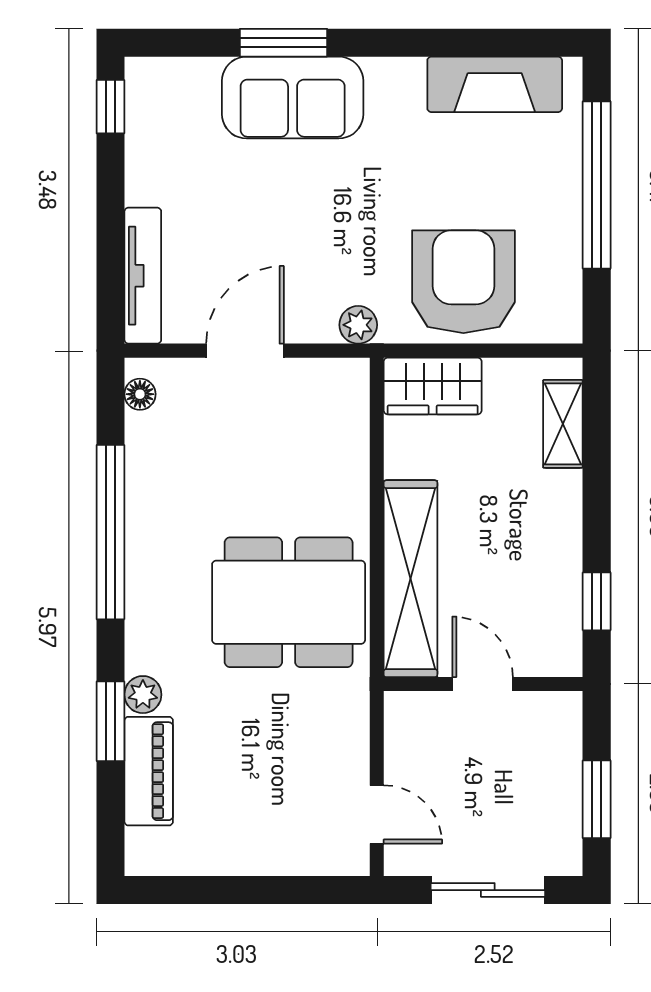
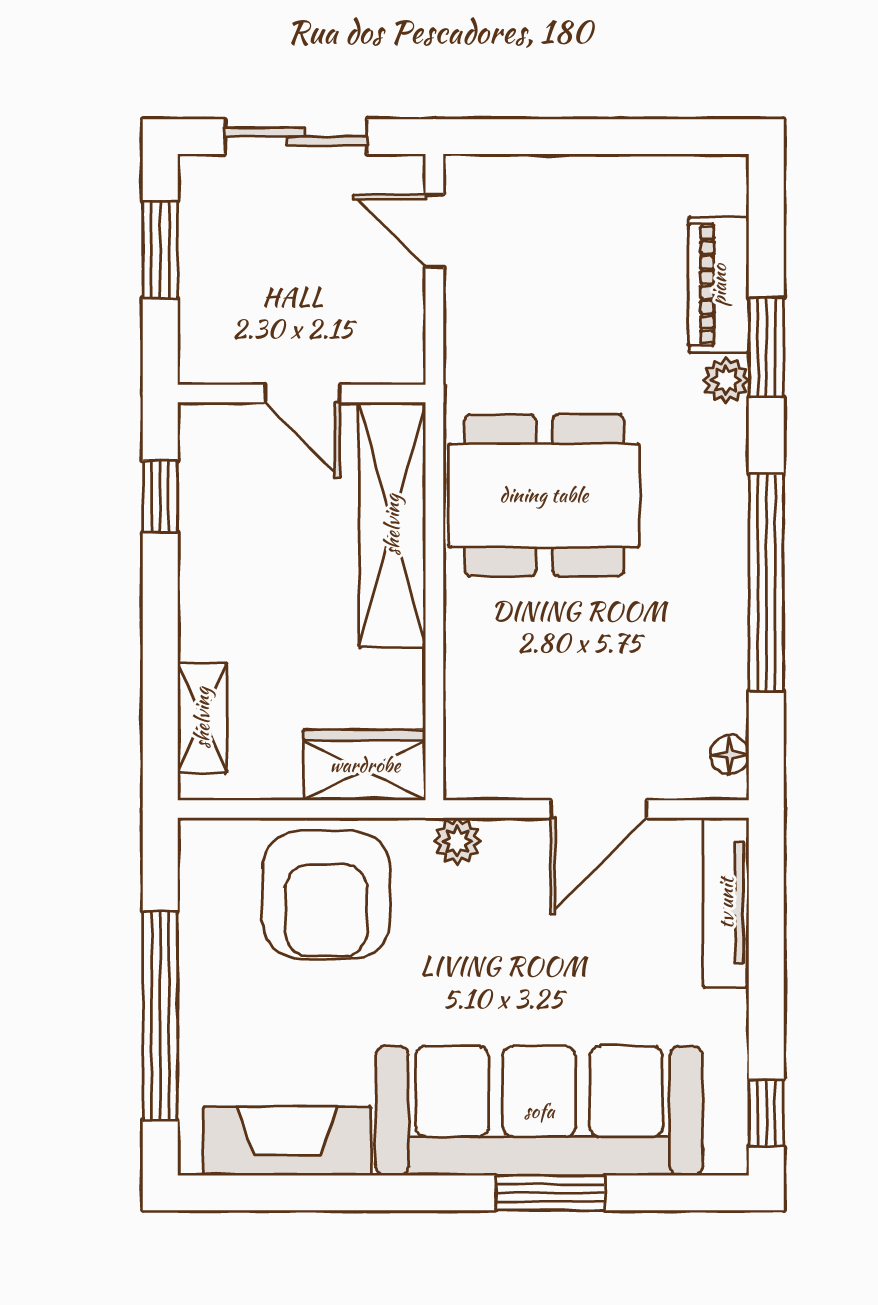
sofa: (293, 98) -> (539, 1111), width x1.85, depth x1.27

